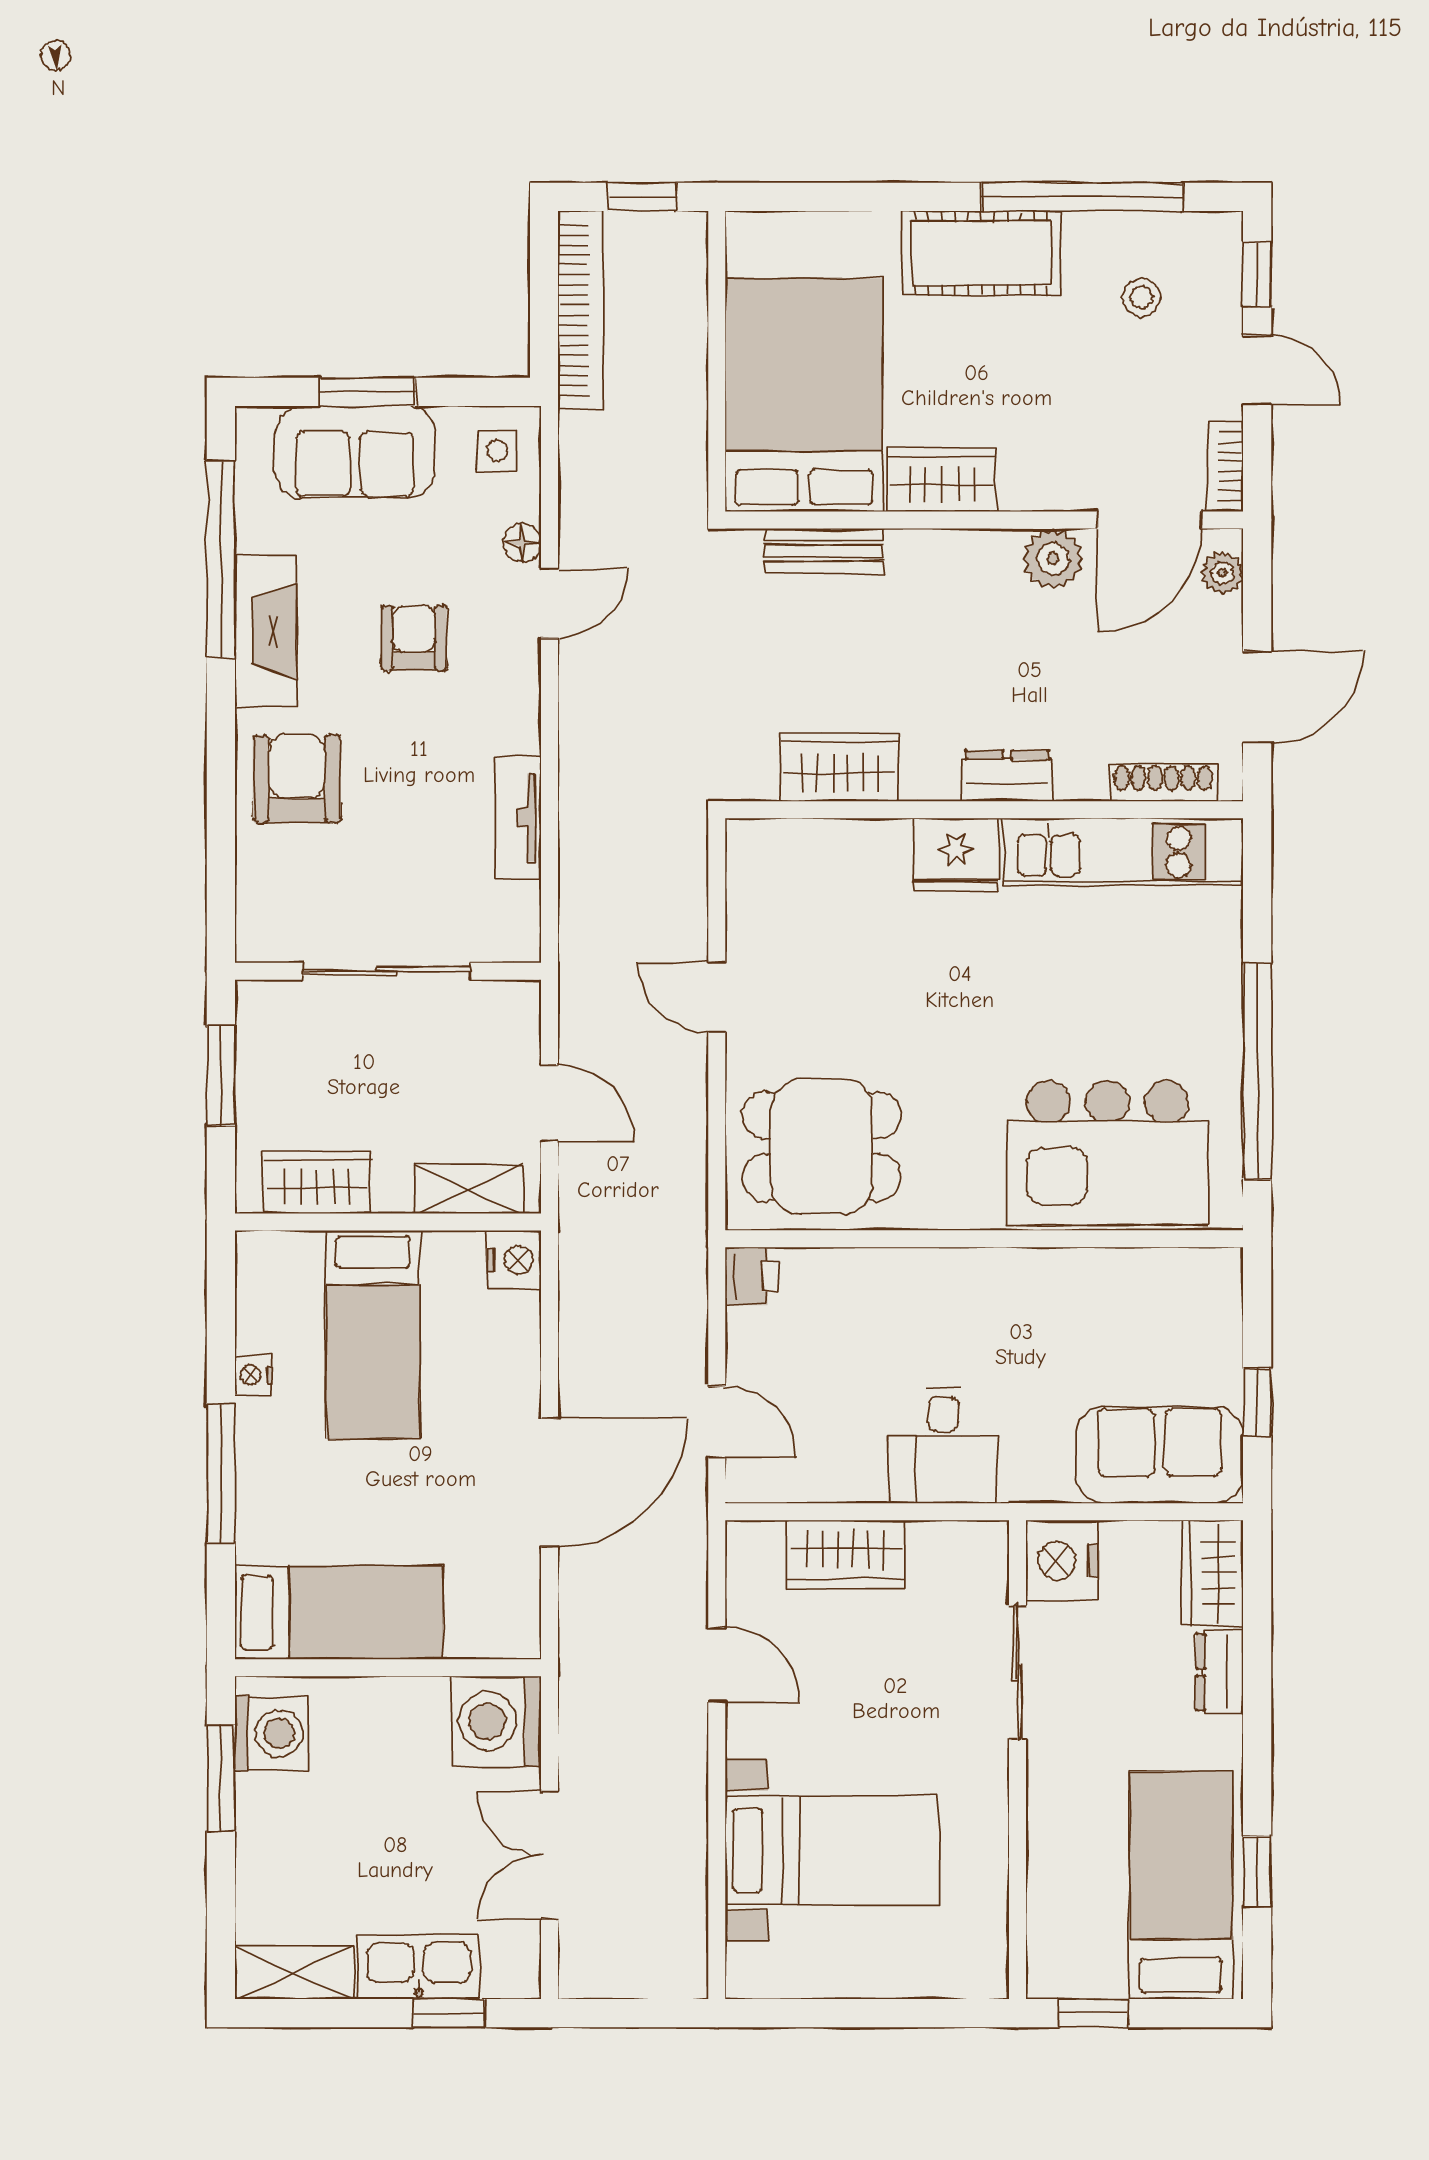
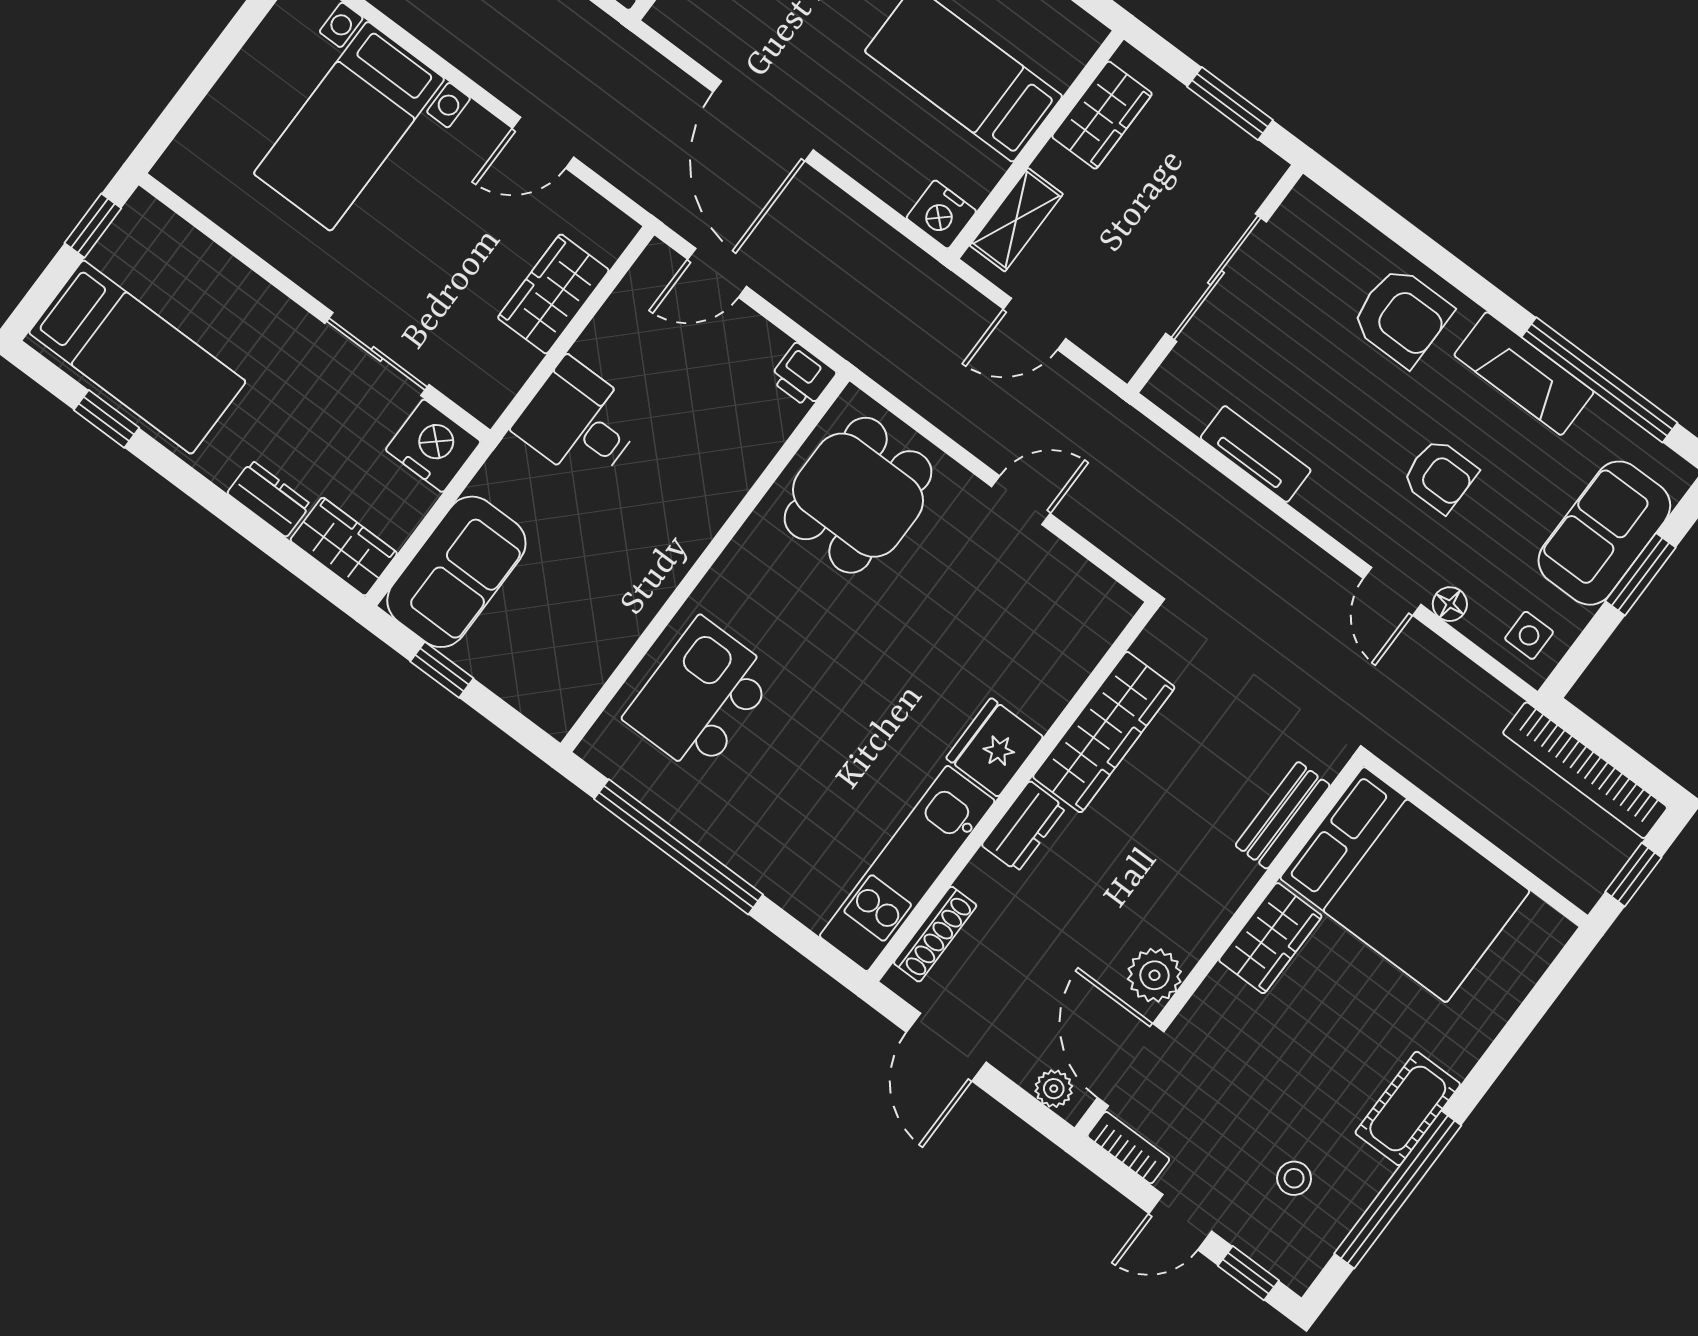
cot: (981, 253) -> (1408, 1108), width x0.73, depth x0.75
wardrobe: (840, 767) -> (1104, 732), width x1.50
kitchen island: (1107, 1153) -> (700, 696), width x0.73, depth x0.78

